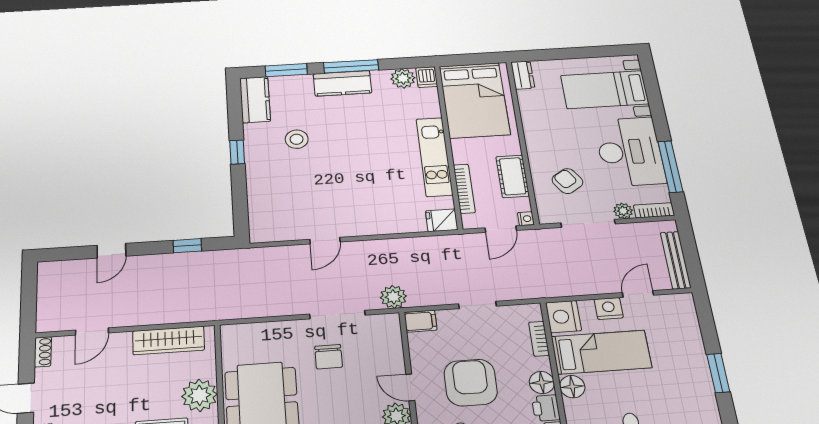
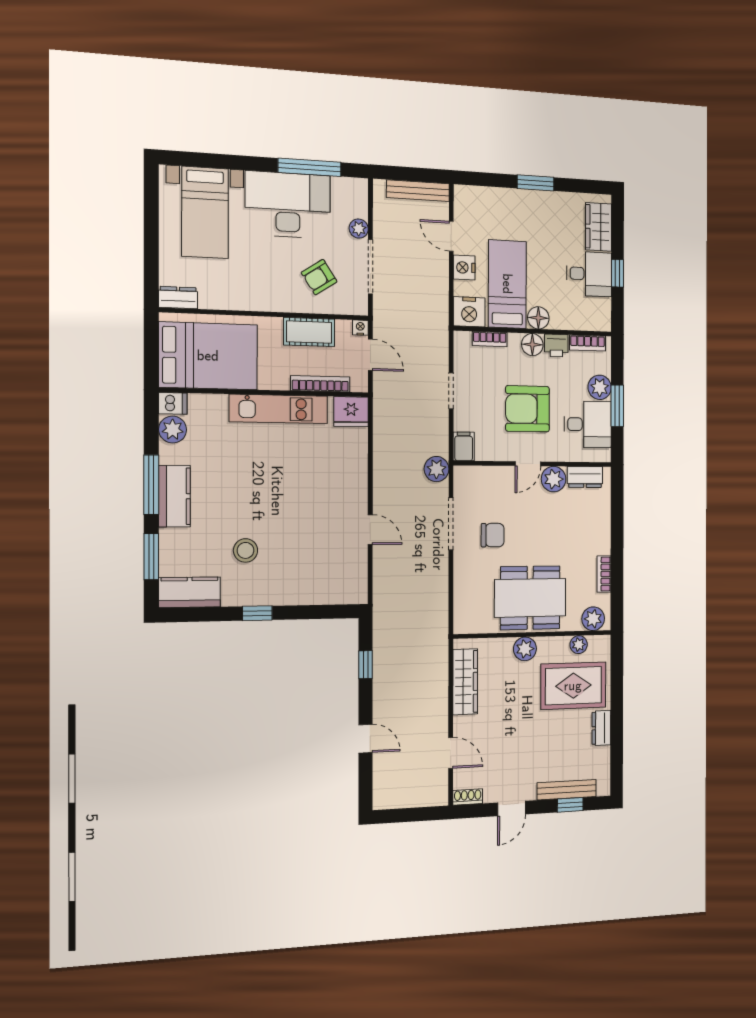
bookcase: (654, 210) -> (360, 197), removed
fridge: (442, 220) -> (351, 412), width x1.38
plant: (199, 395) -> (525, 649), width x0.73, depth x0.73

